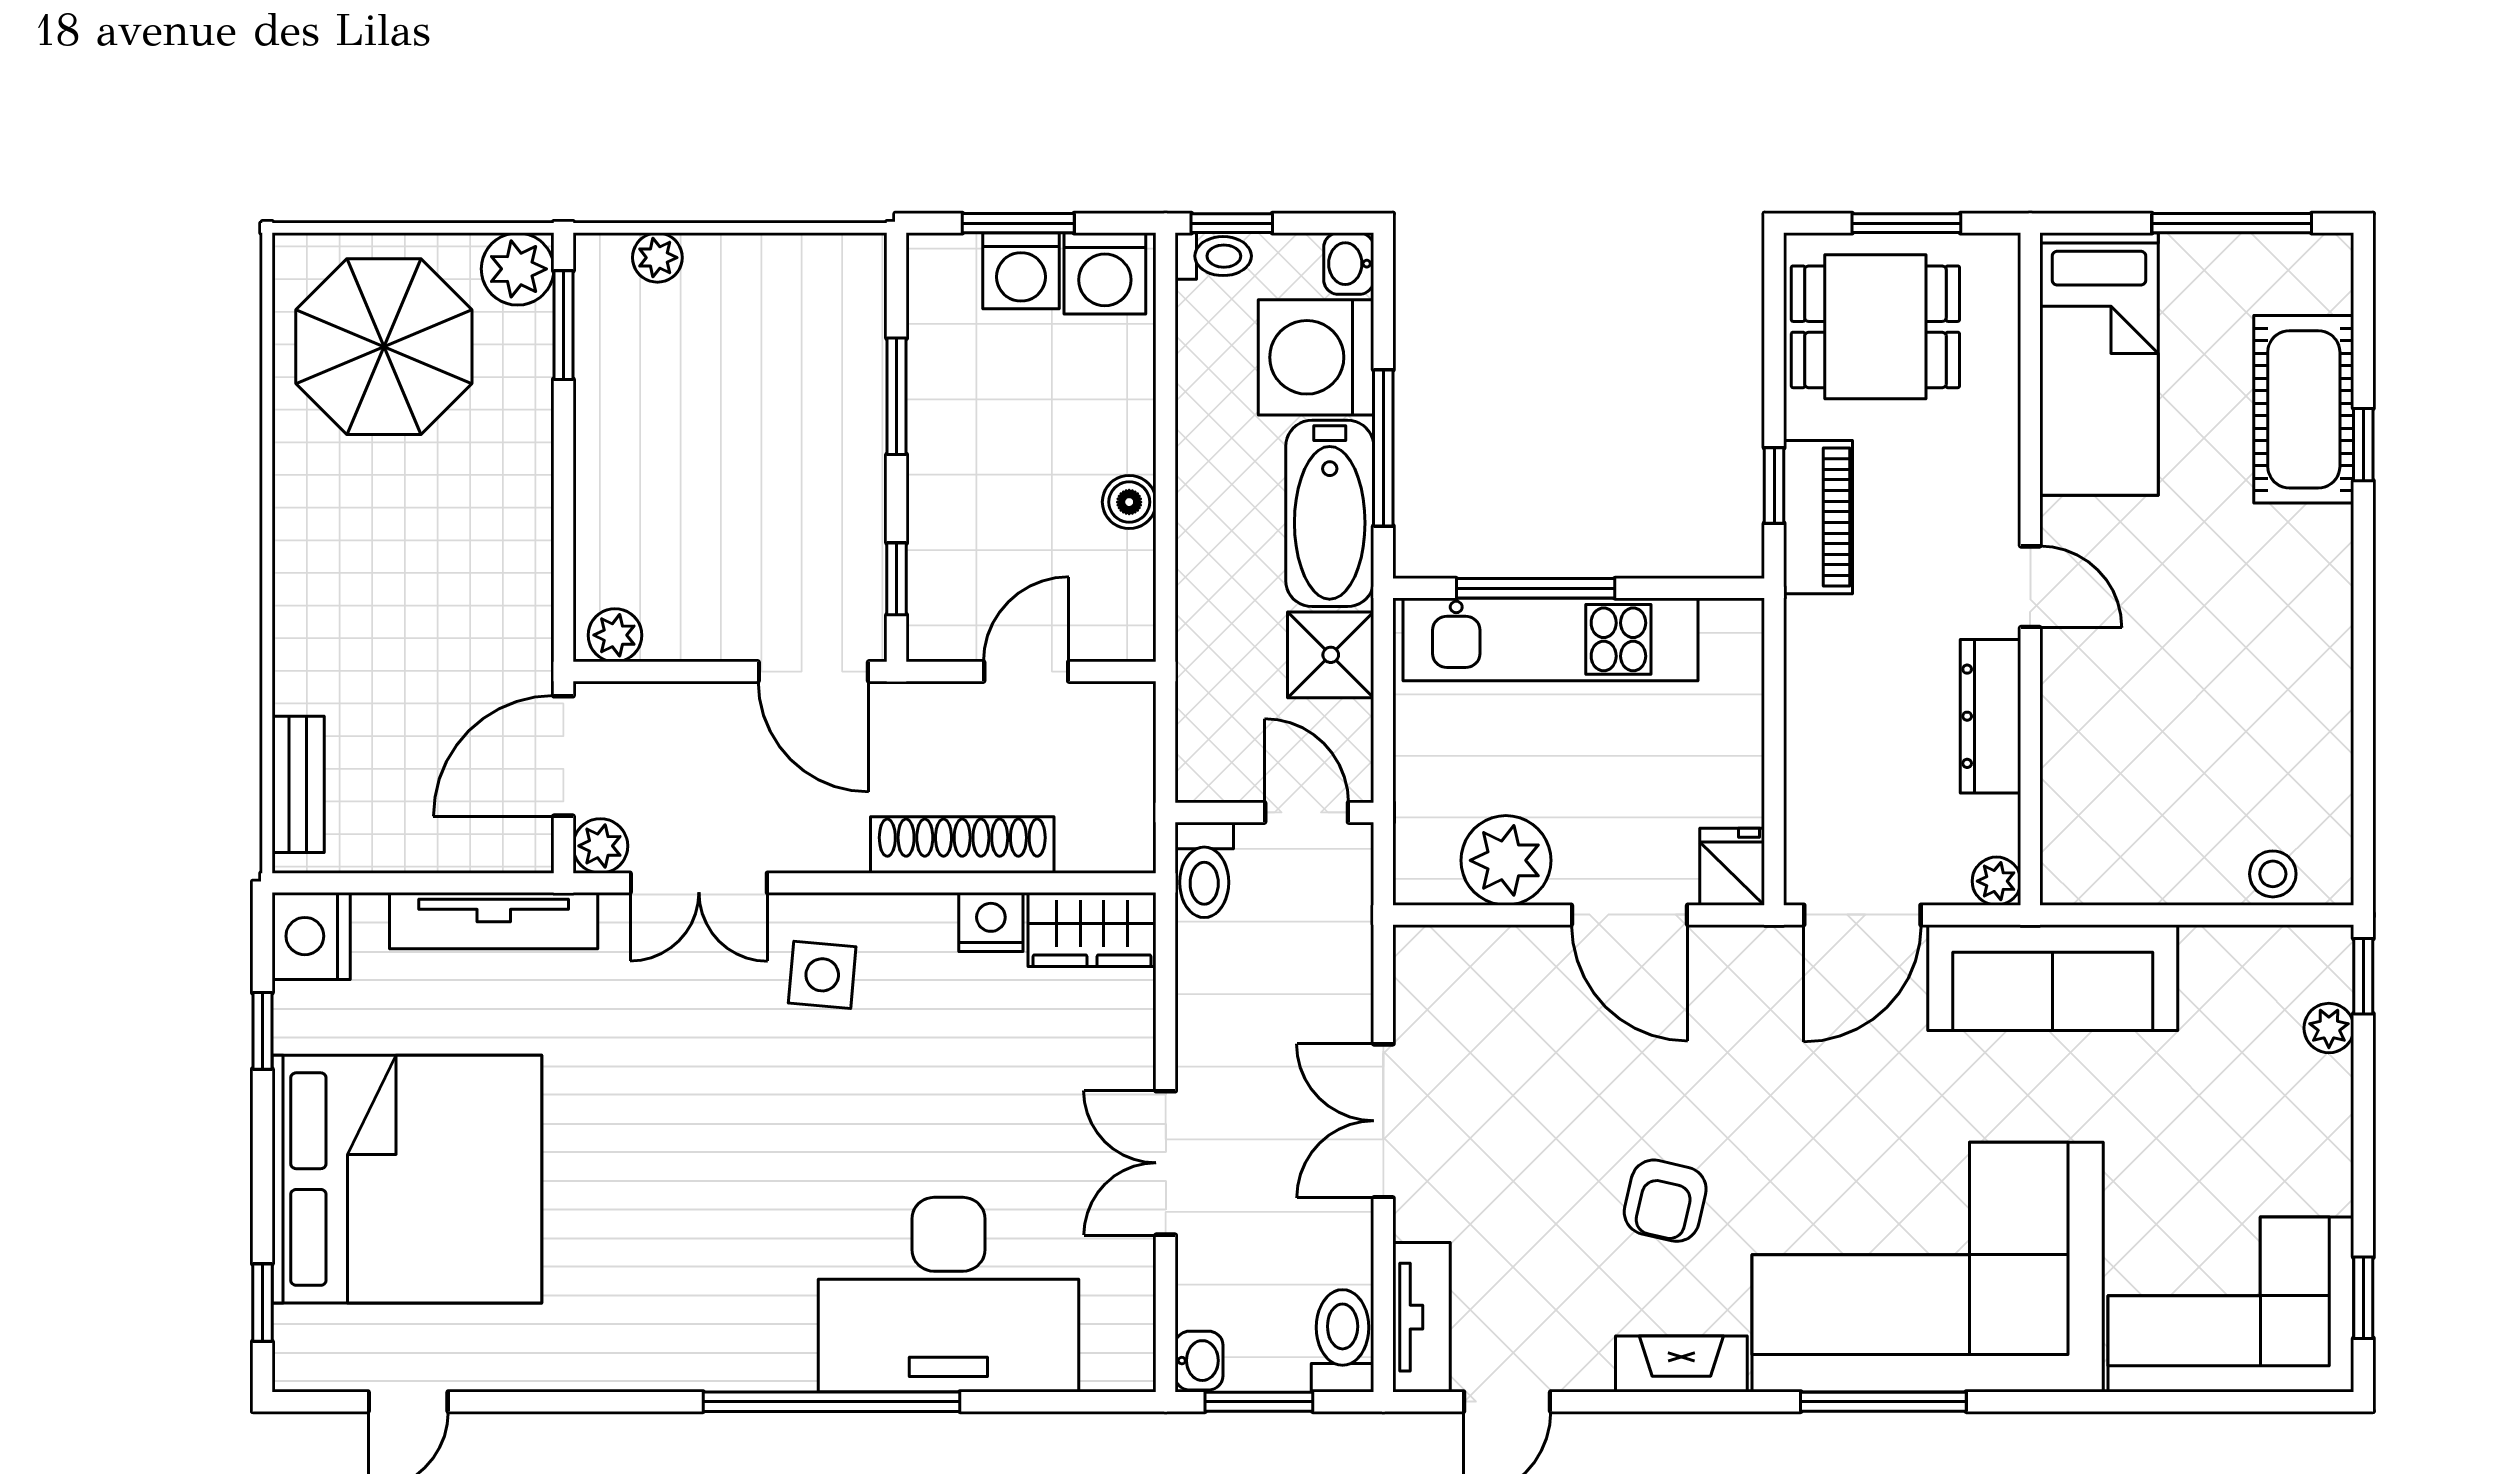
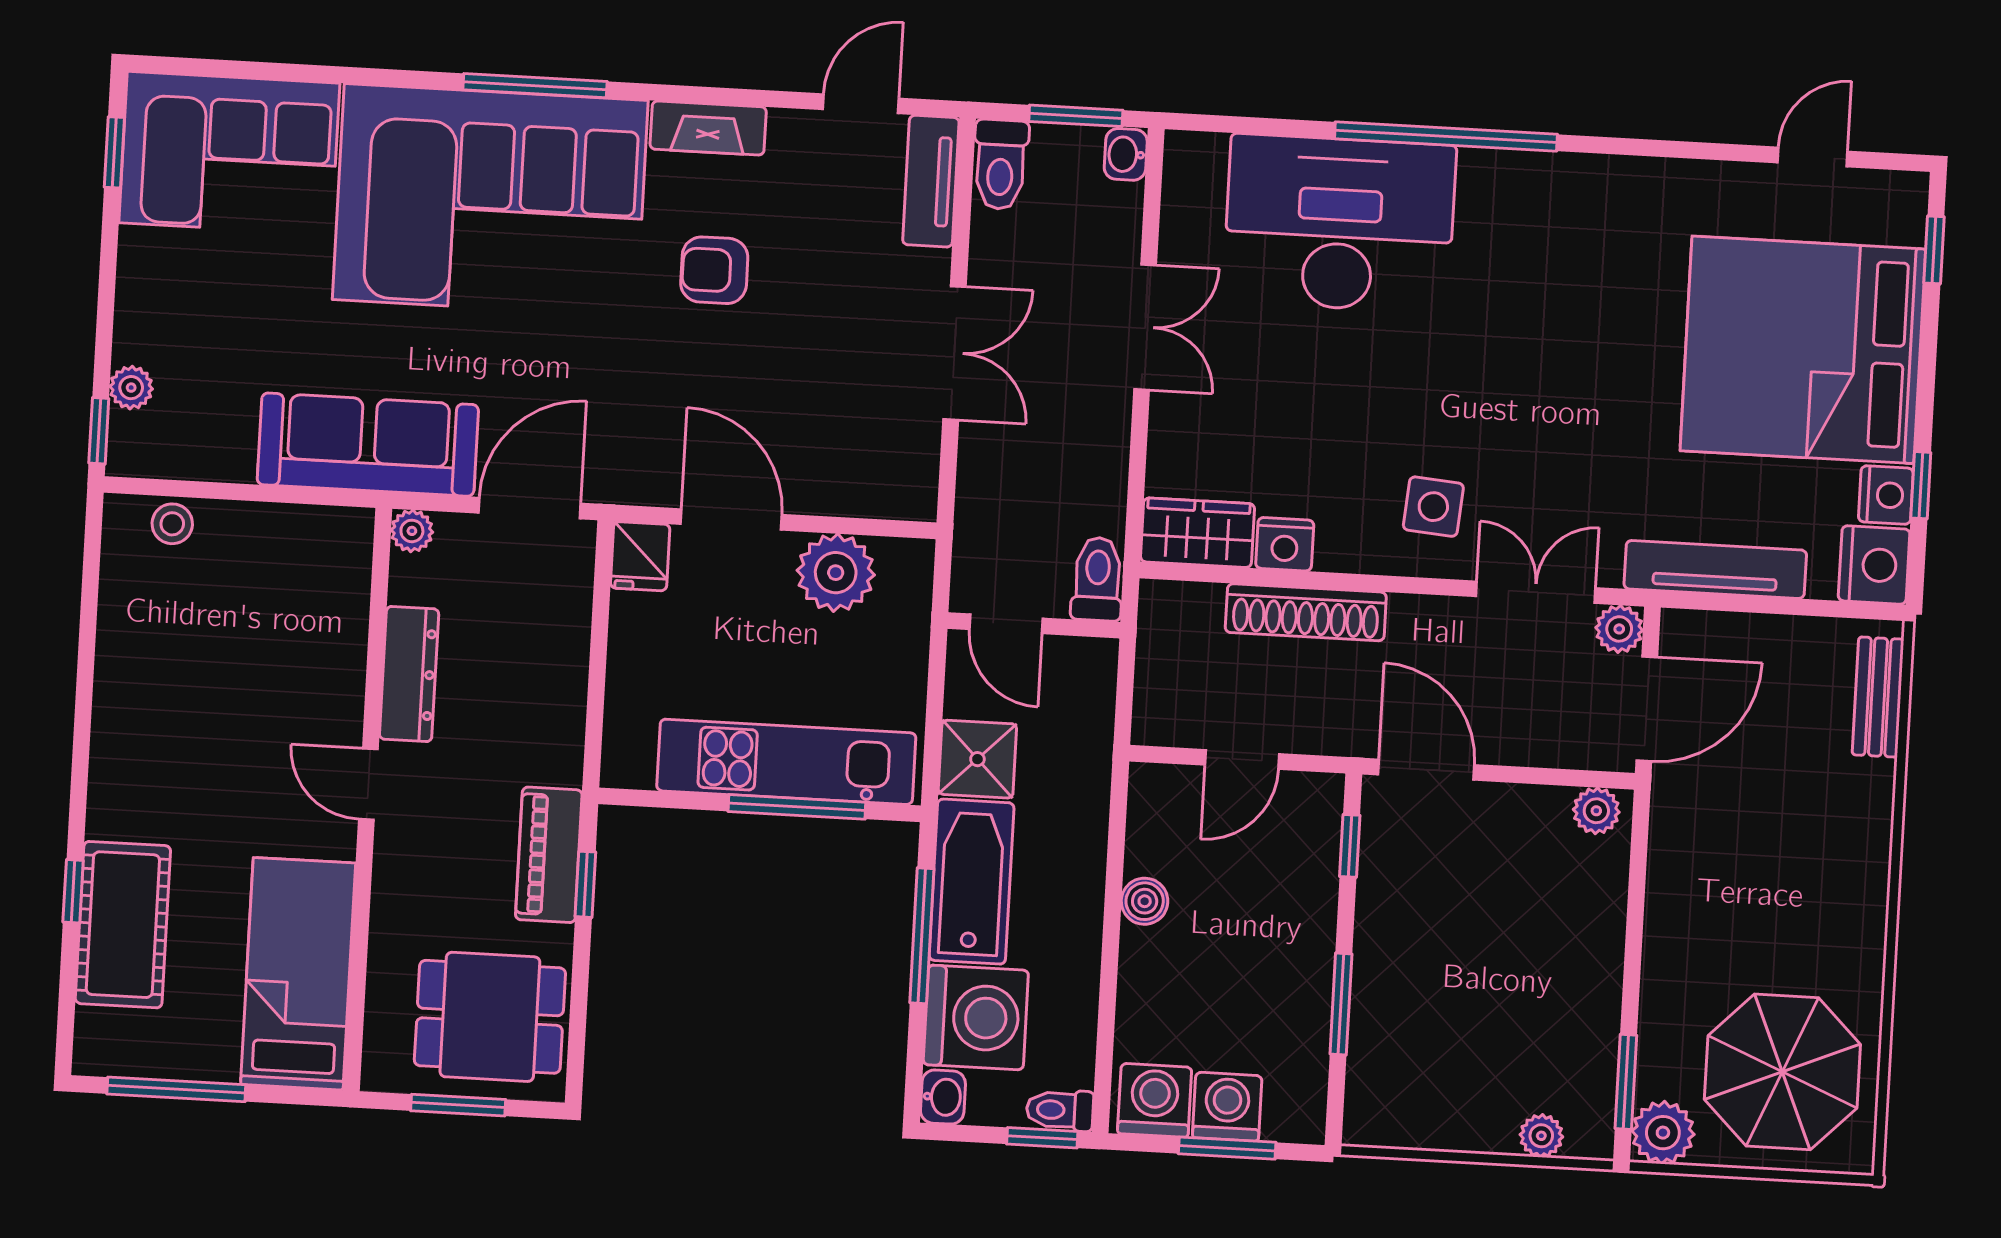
nightstand: (302, 1017) -> (1886, 495), added
armchair: (1665, 1201) -> (714, 270), turned -103

